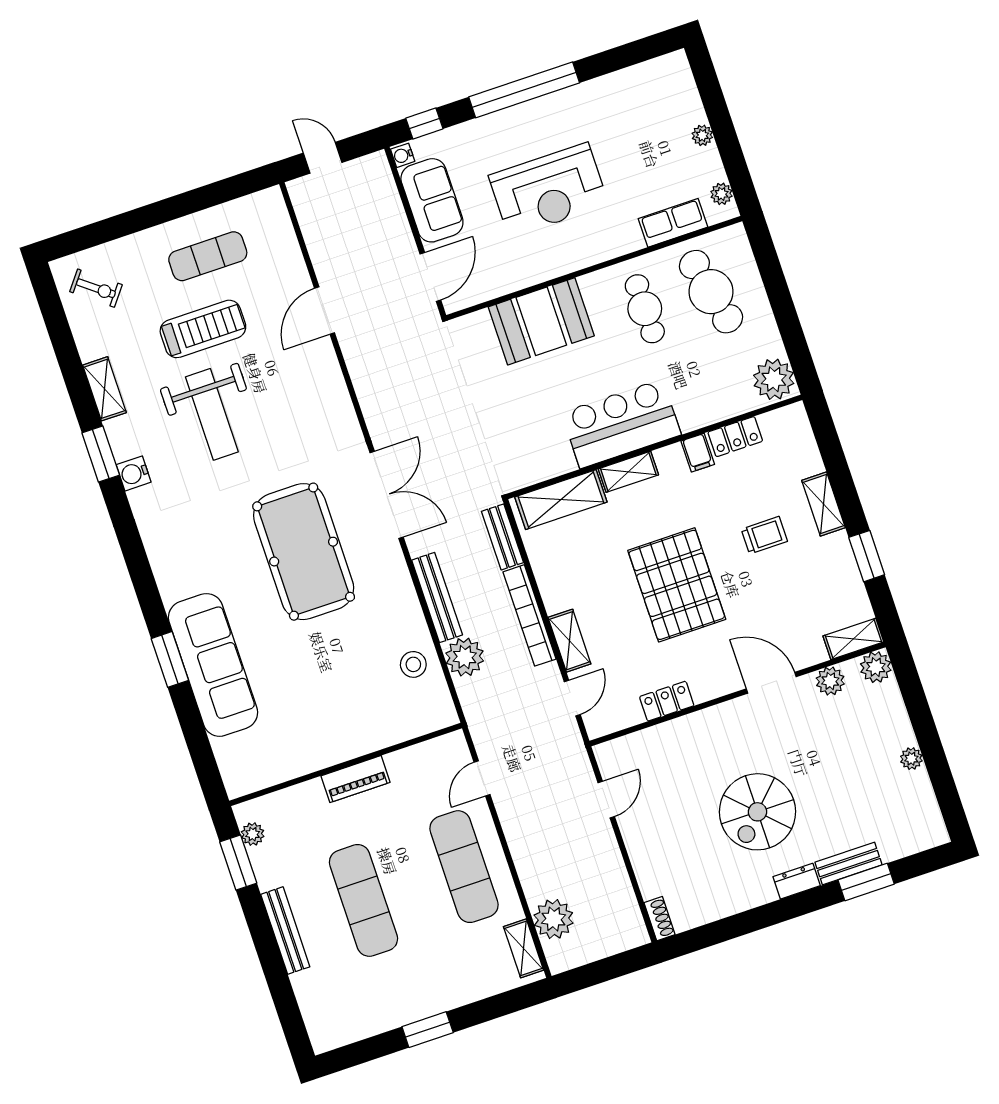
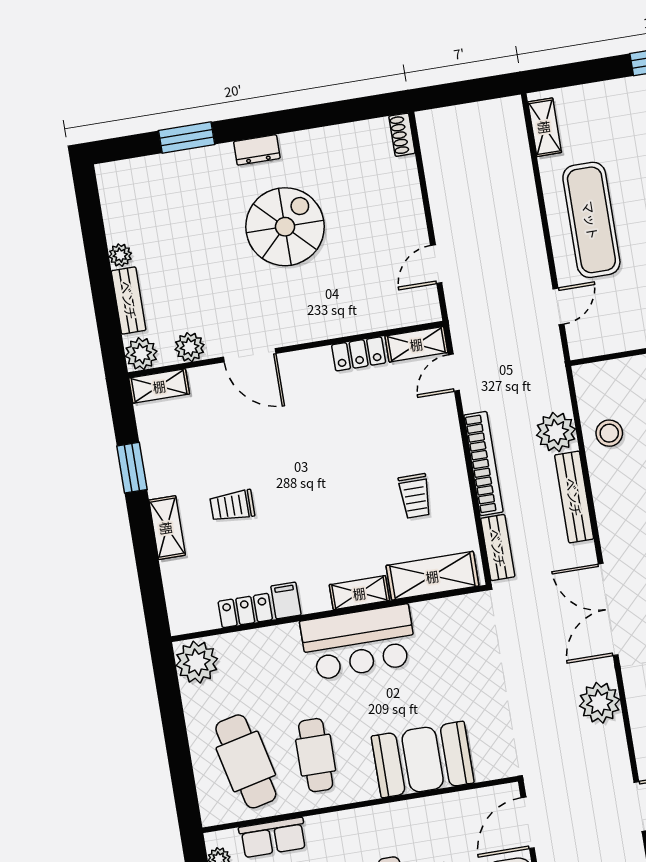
trolley: (590, 573) -> (415, 496), added
pallet: (677, 585) -> (329, 470), removed
shelving: (569, 641) -> (416, 344), moved, turned 90
bench: (849, 864) -> (129, 300), moved, turned 90
plant: (554, 919) -> (600, 703), moved

